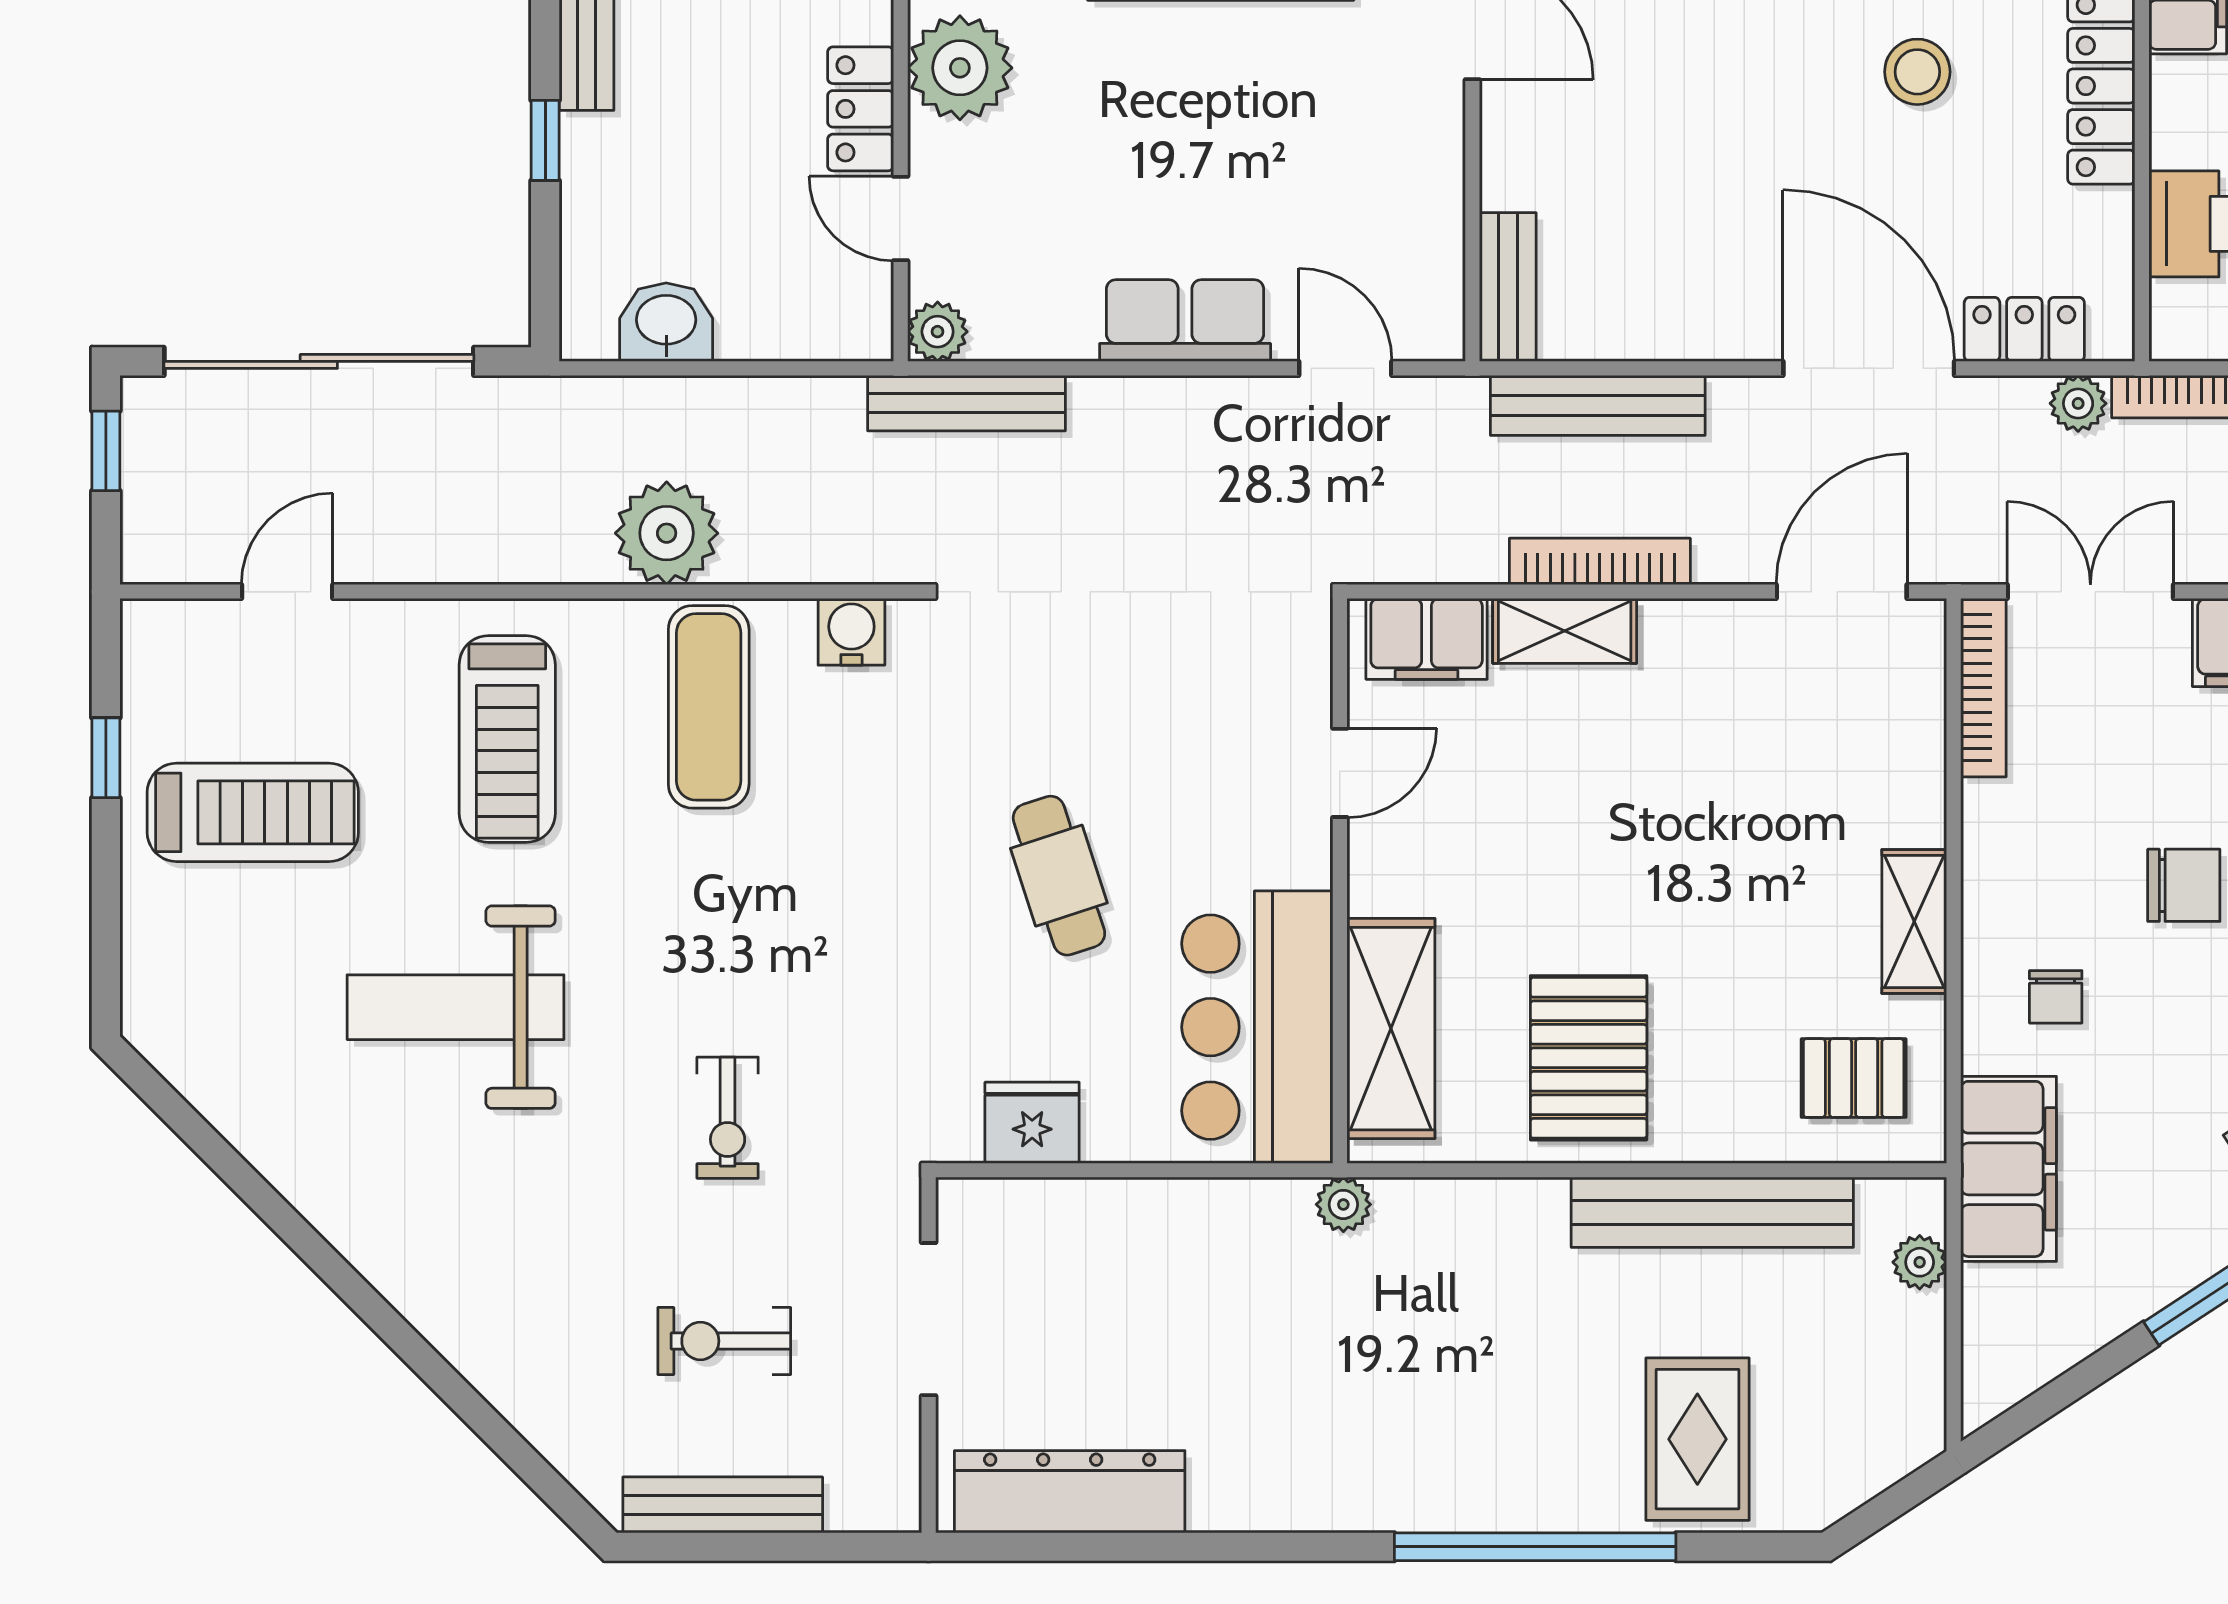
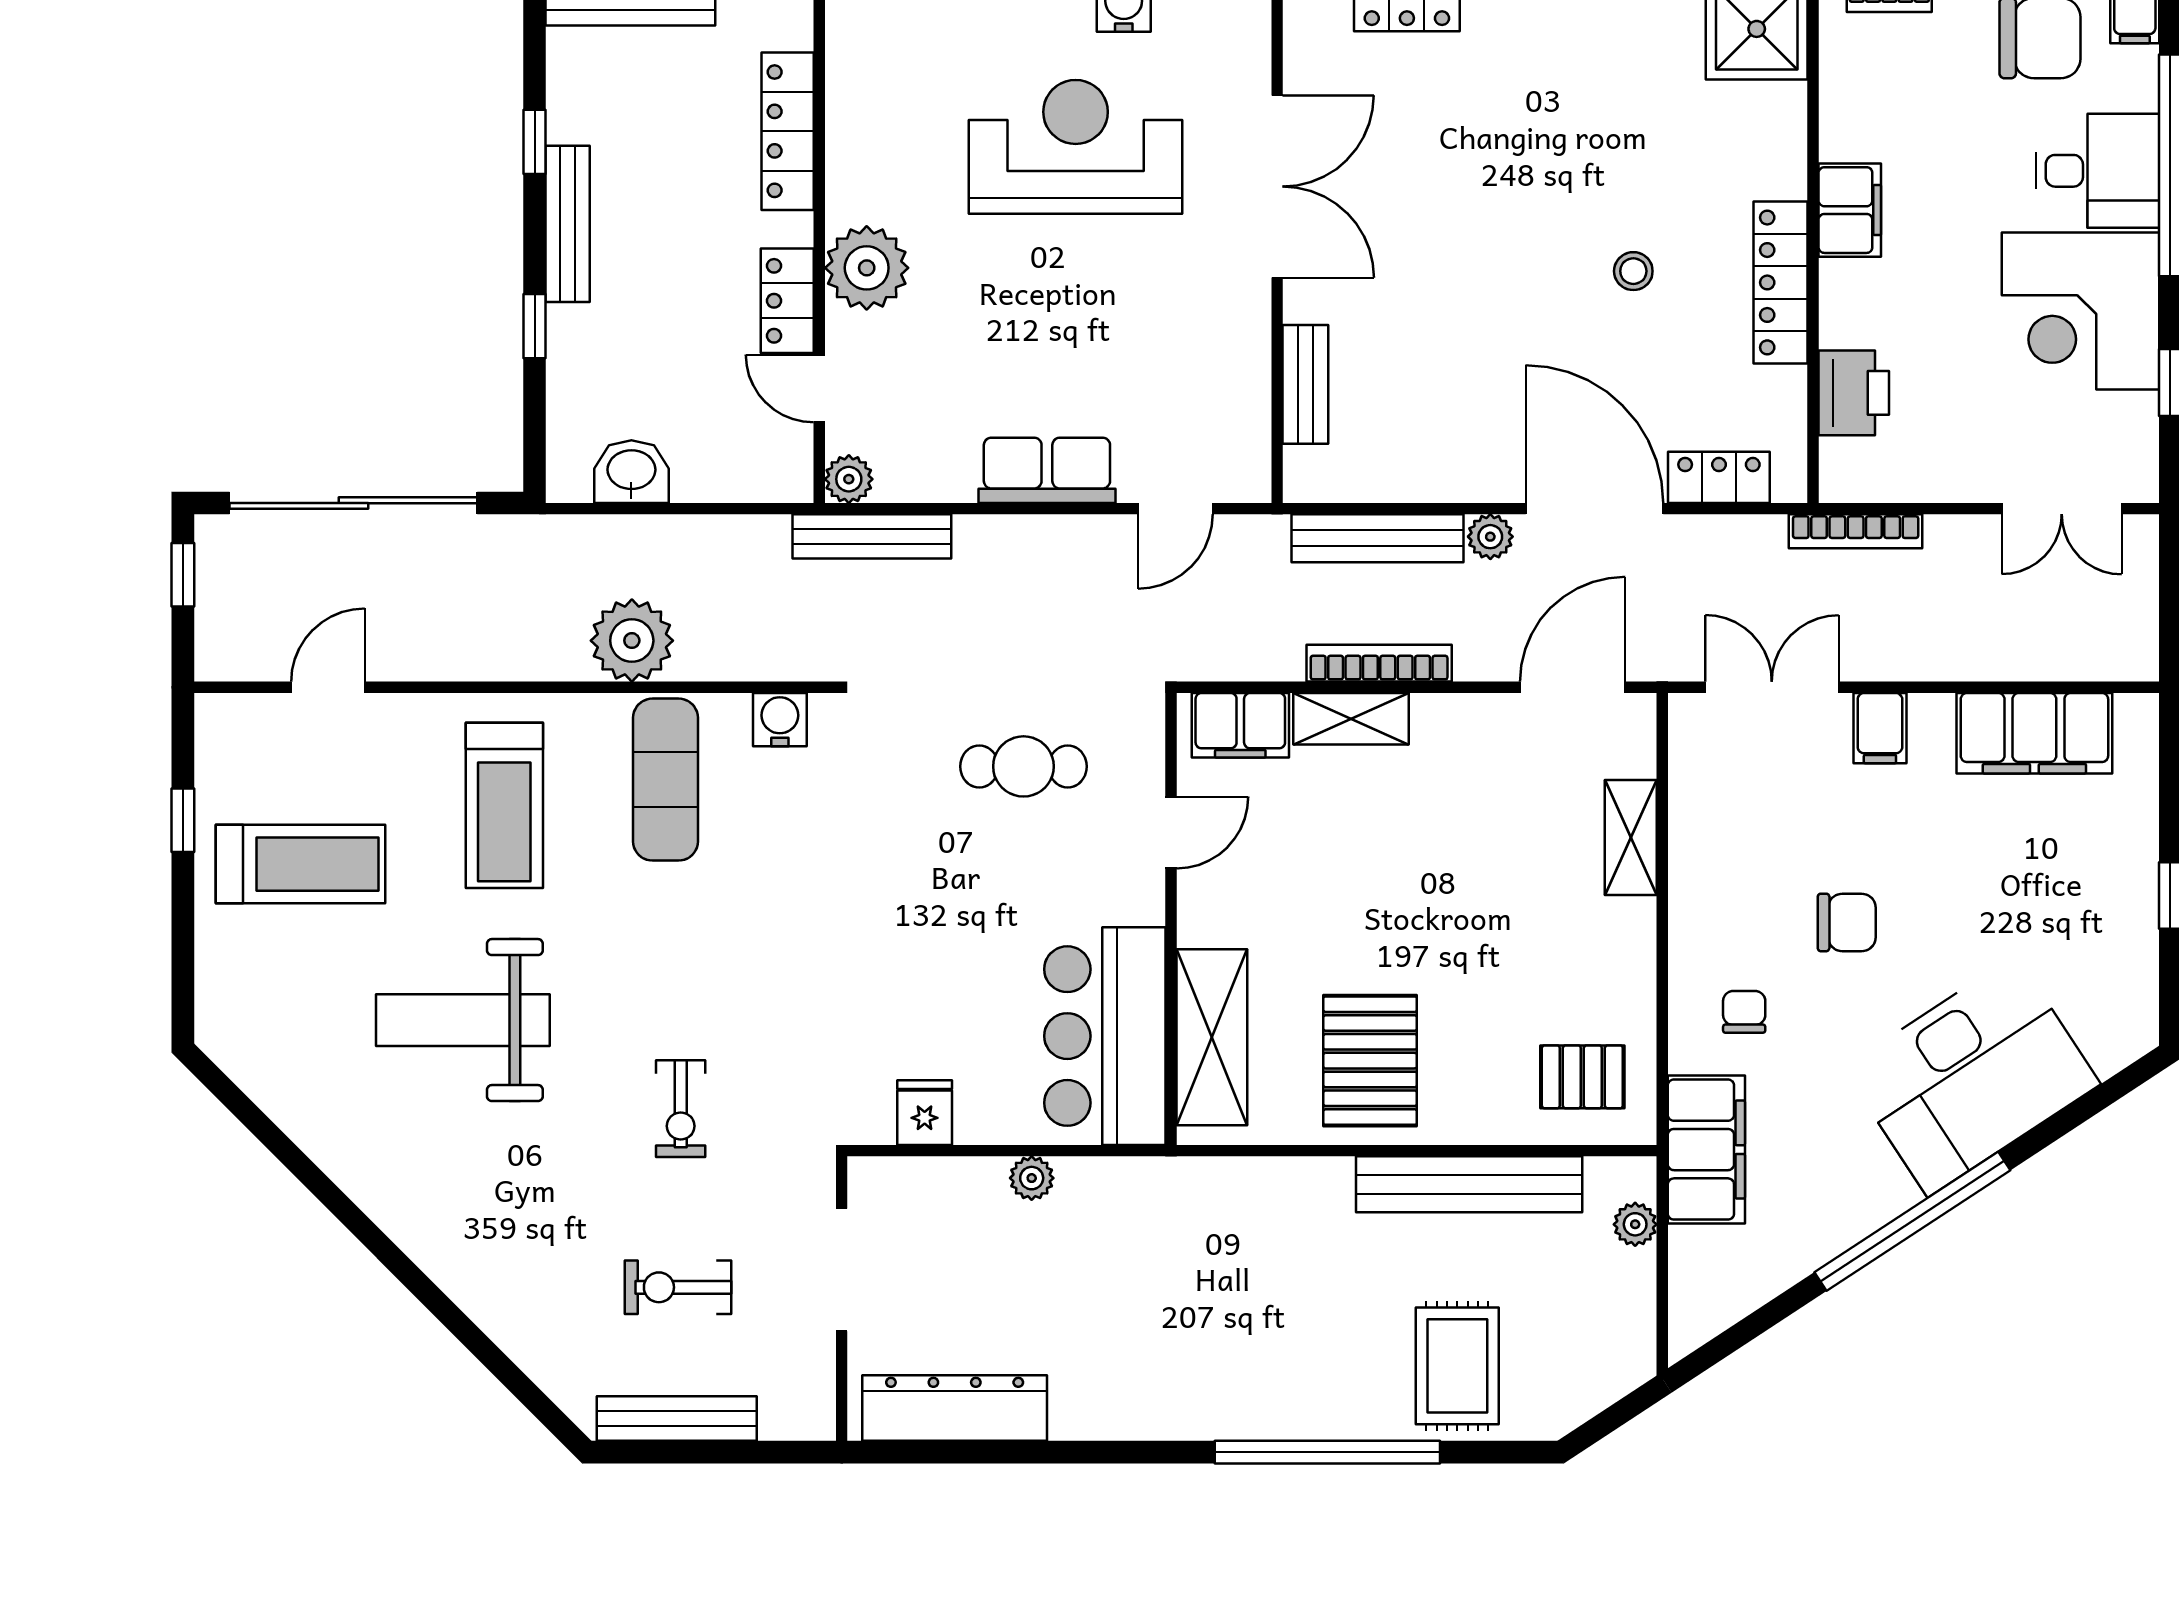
stool: (1917, 72) -> (1633, 271), width x0.73, depth x0.73
bench: (1508, 287) -> (1305, 384), moved
door: (1345, 368) -> (1175, 509), swing flipped
plant: (2078, 403) -> (1490, 537), moved
bookcase: (1983, 688) -> (1686, 764), removed
cafe table: (1059, 876) -> (1023, 766), moved, turned -72
shelving: (1914, 922) -> (1631, 838), moved
chair: (2056, 997) -> (1744, 1012), turned 180
fridge: (1032, 1123) -> (925, 1113), width x0.72
plant: (1343, 1204) -> (1032, 1178), moved

